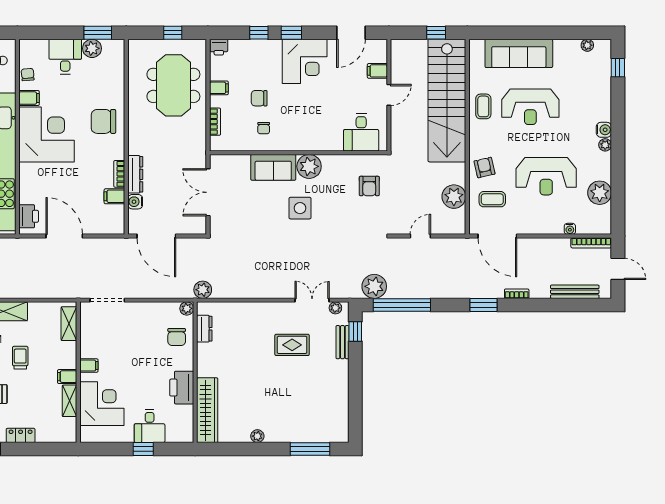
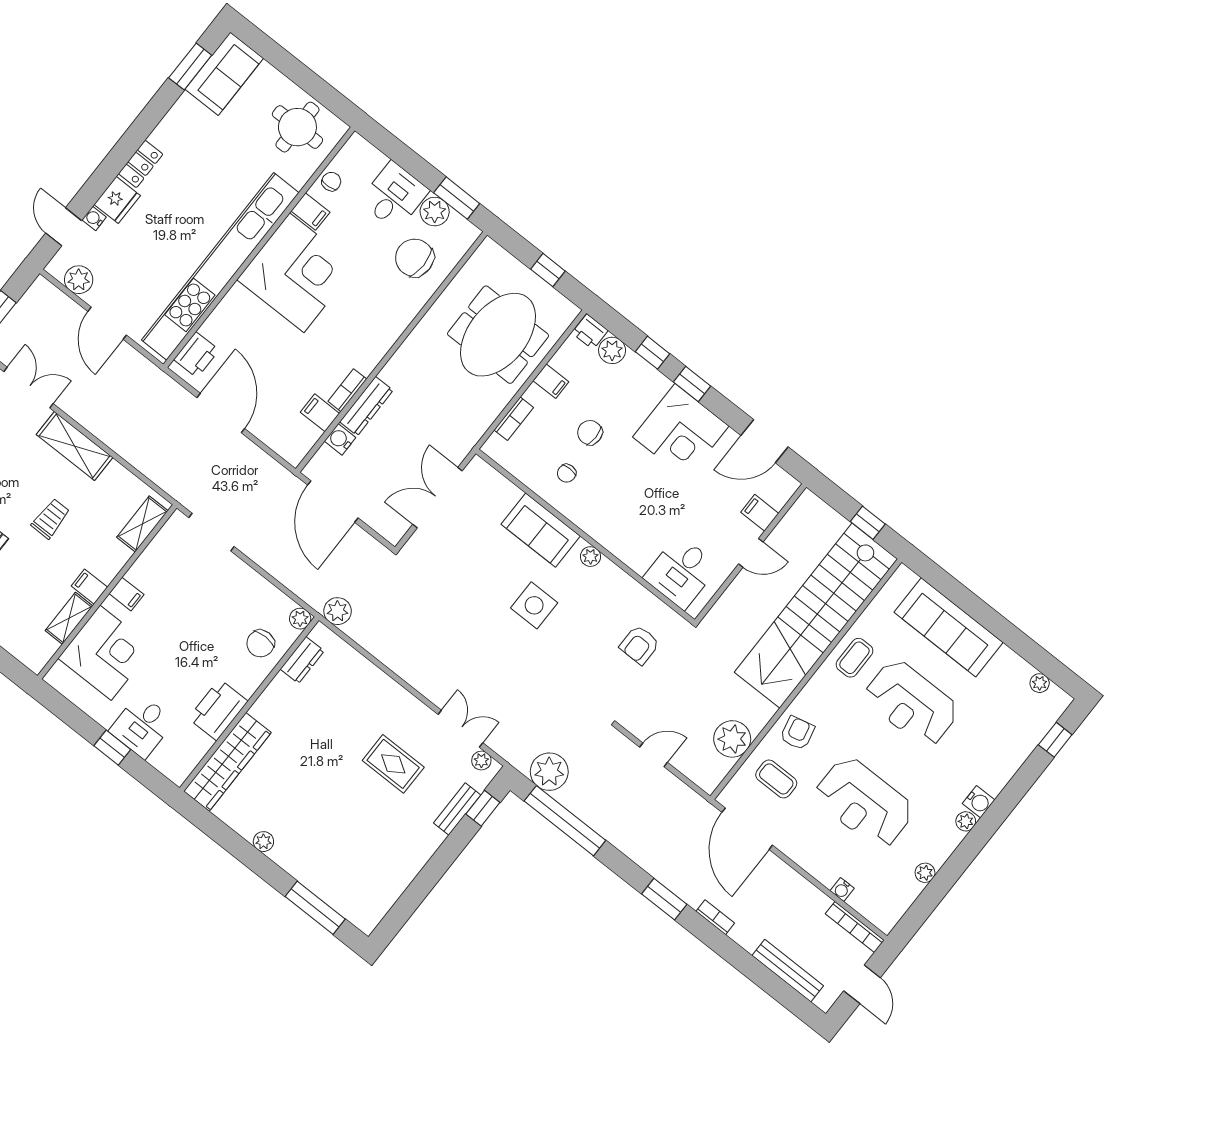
plant: (238, 48) -> (612, 350), added
chair: (103, 121) -> (415, 258), moved
plant: (309, 166) -> (590, 557), width x0.53, depth x0.53
plant: (600, 193) -> (925, 873), width x0.53, depth x0.53

